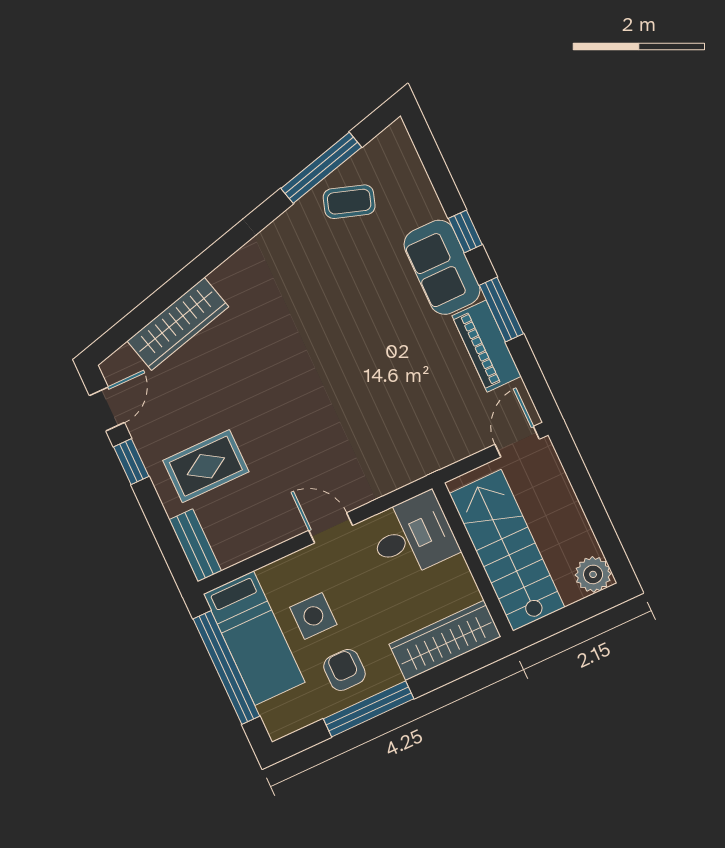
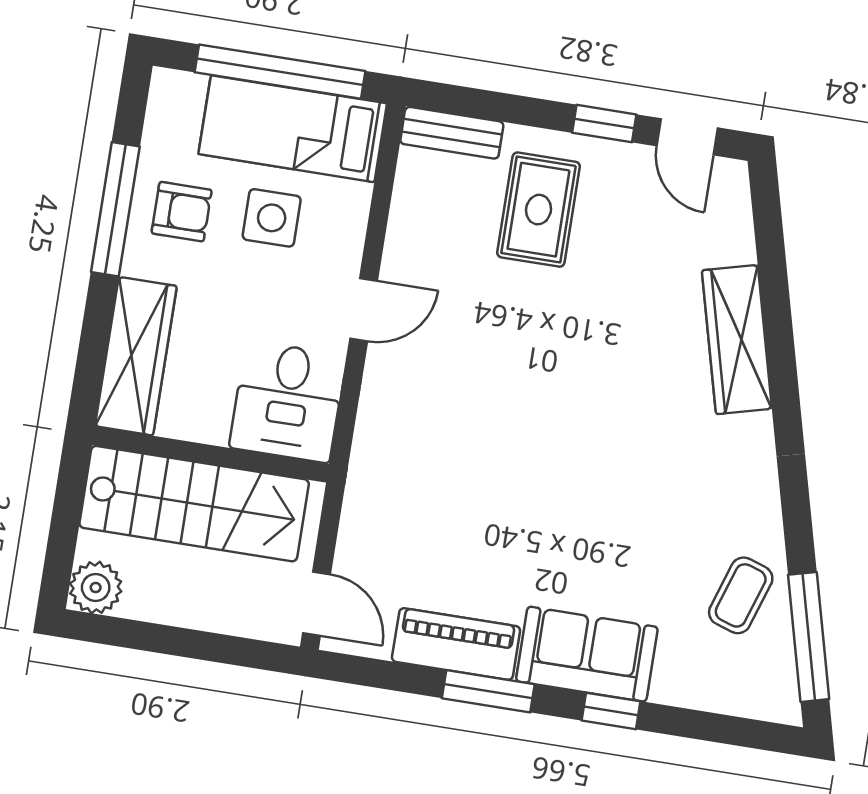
window: (321, 168) -> (809, 637), moved
wardrobe: (178, 324) -> (737, 340), moved

